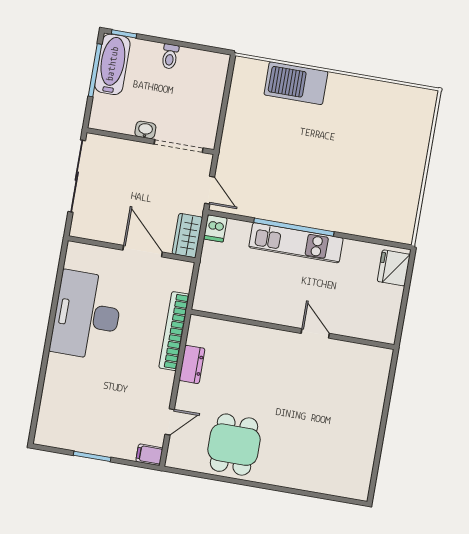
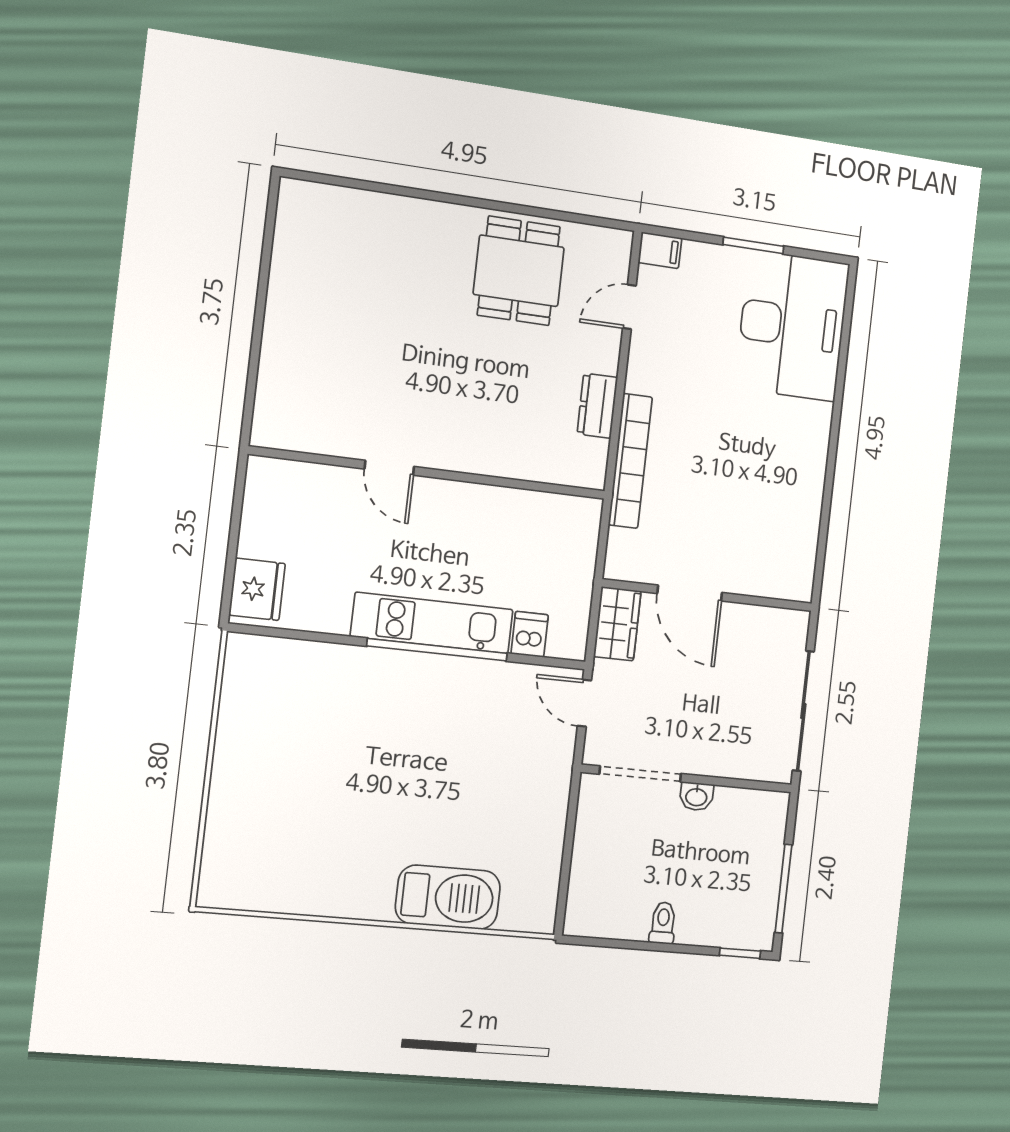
bathtub: (112, 64) -> (756, 901), removed
dishwasher: (216, 228) -> (530, 634), moved
desk: (87, 315) -> (792, 326), moved

